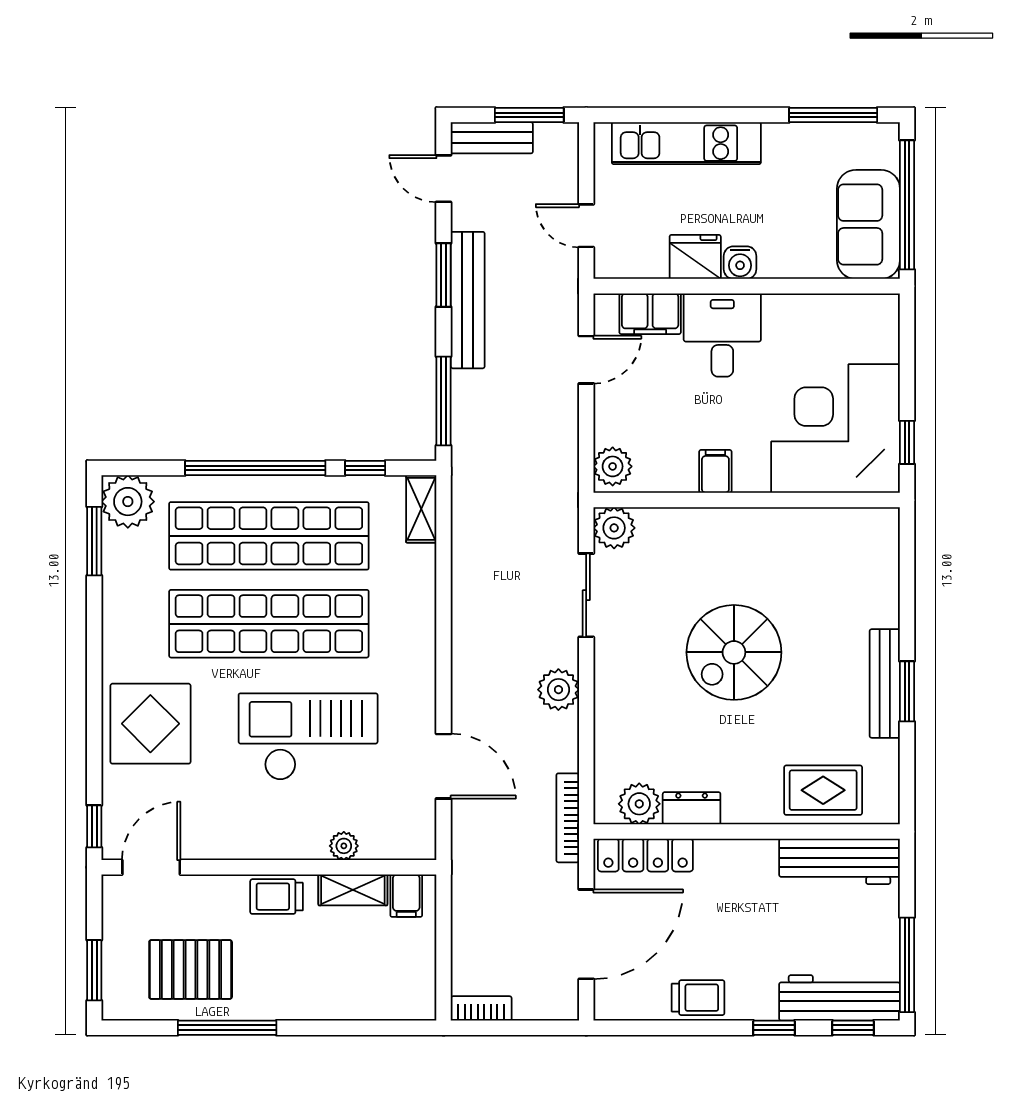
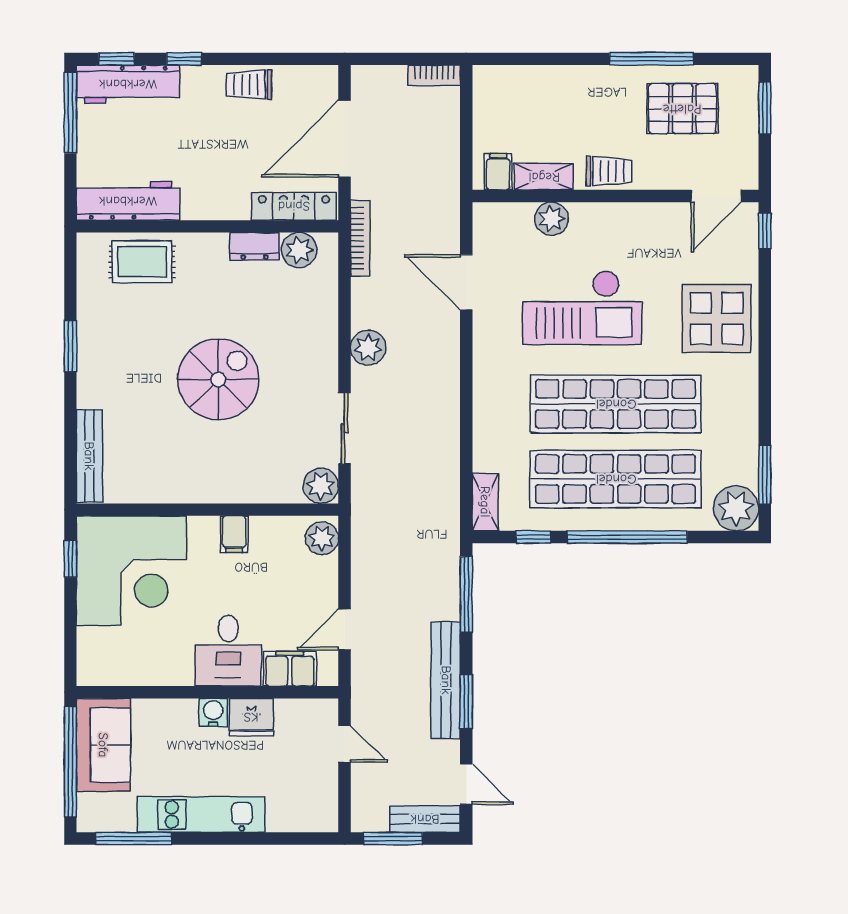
kitchen unit: (686, 143) -> (201, 814), moved
bench: (885, 683) -> (89, 456), moved
plant: (344, 846) -> (552, 219), width x1.38, depth x1.38

